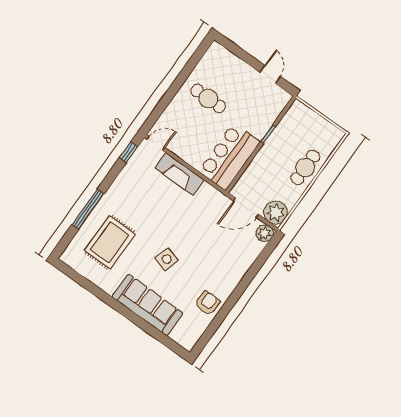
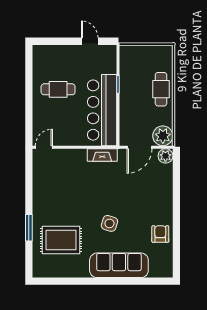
window: (129, 152) -> (29, 167), removed
bar counter: (229, 157) -> (102, 110), width x1.36
fireplace: (179, 174) -> (102, 155), moved, width x0.73, depth x0.76
window: (88, 209) -> (29, 228), width x0.69
rug: (110, 242) -> (61, 240), turned 90

